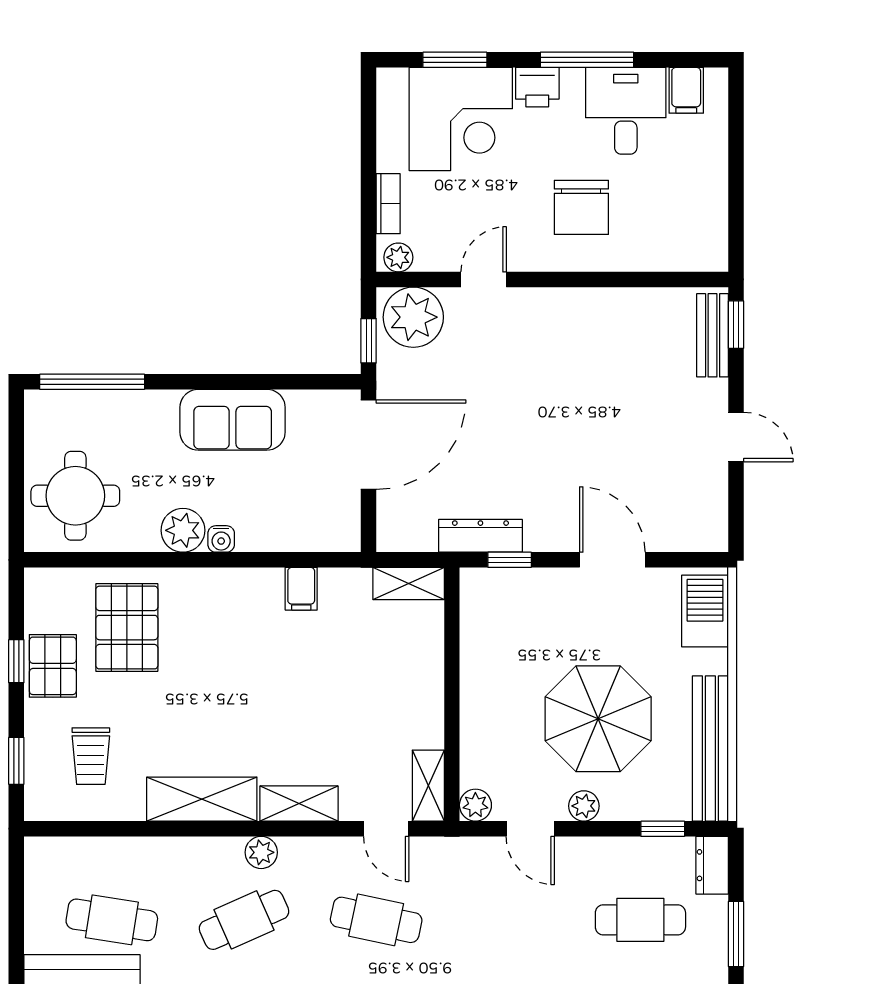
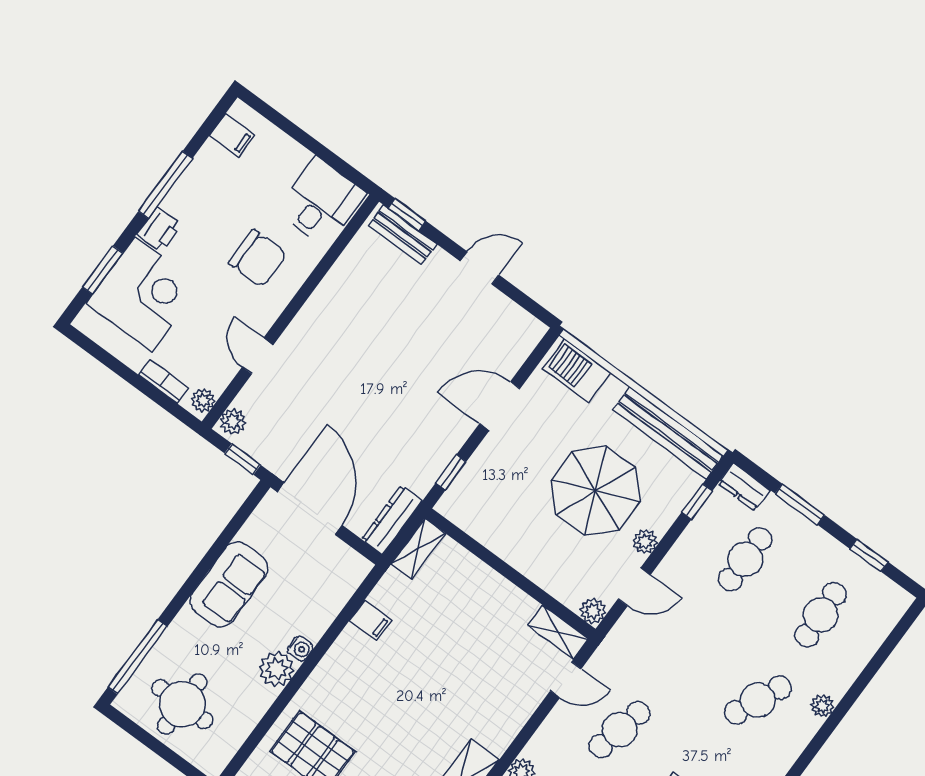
desk: (626, 111) -> (321, 202), moved, turned 90
plant: (413, 317) -> (233, 422), width x0.53, depth x0.53
round table: (75, 496) -> (182, 704), moved
dresser: (480, 536) -> (392, 520), moved
shelving: (299, 804) -> (508, 724), removed

